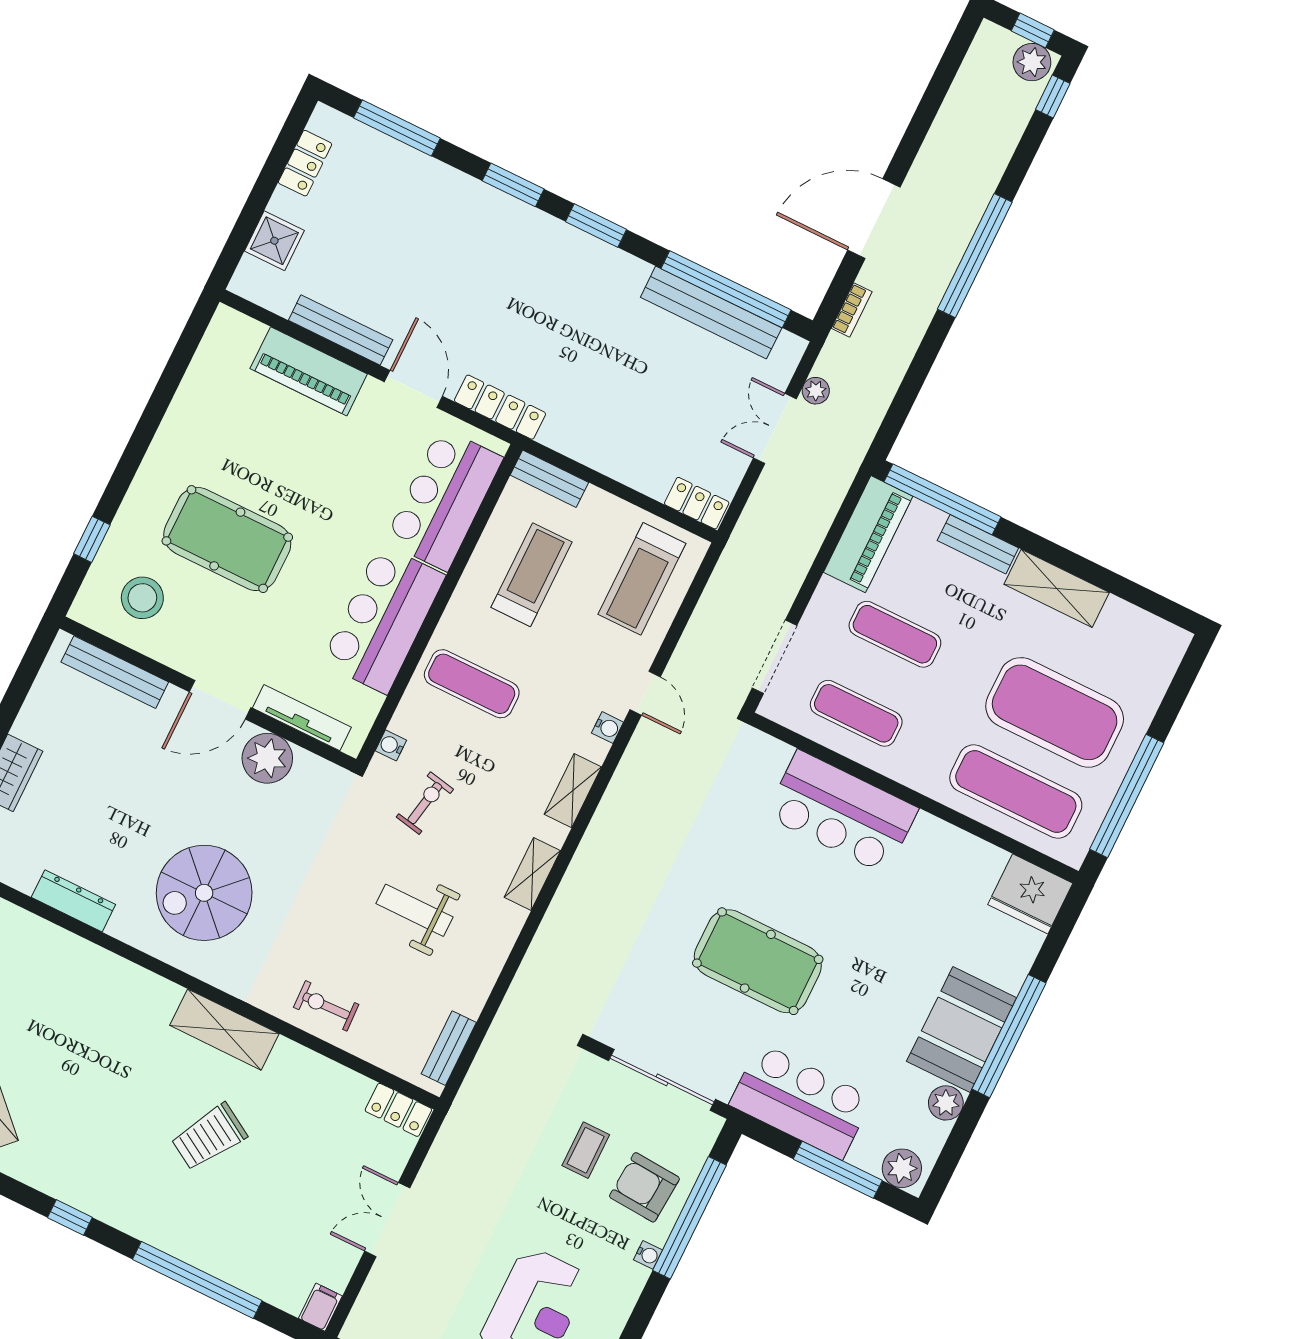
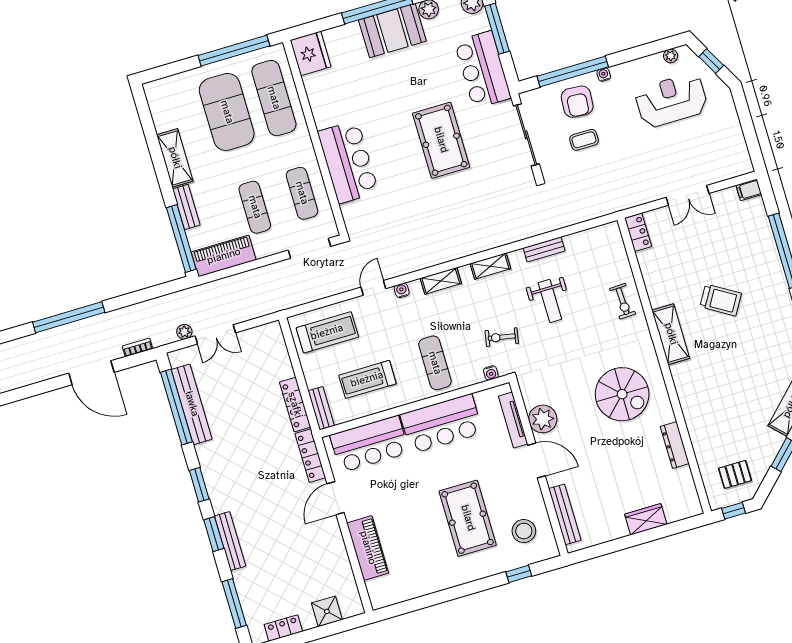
bench: (341, 330) -> (230, 541), moved
locker: (697, 503) -> (295, 405), moved, width x1.53
bench: (449, 1048) -> (544, 249), moved

